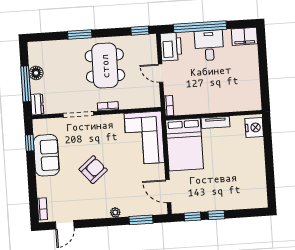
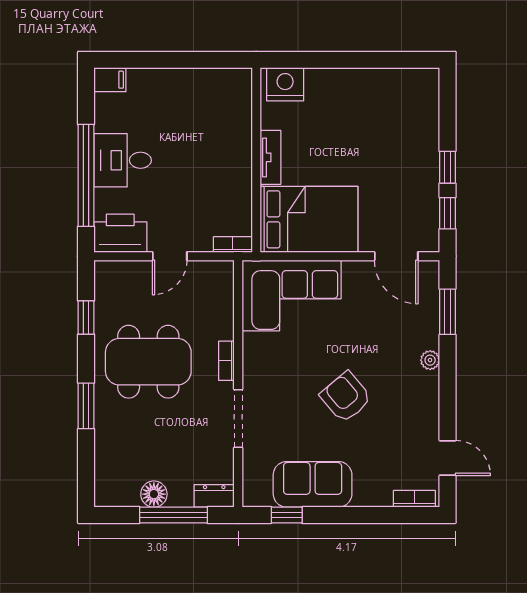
window: (140, 31) -> (86, 318), moved
filing cabinet: (244, 36) -> (110, 80), width x0.50
door: (168, 191) -> (396, 256), hinge flipped

